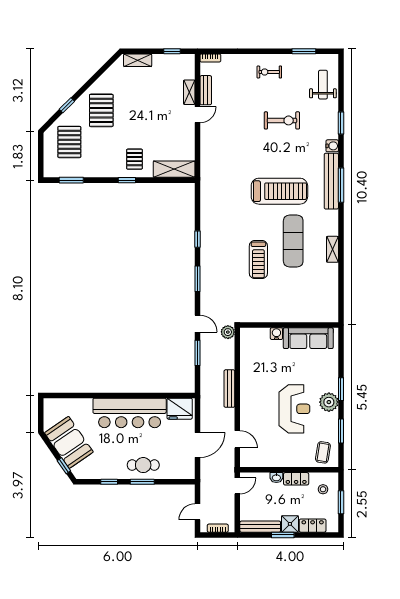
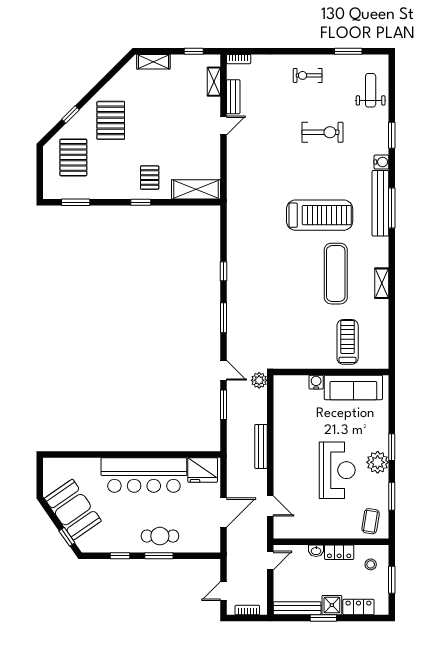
shelving: (189, 92) -> (214, 82), moved
treadmill: (258, 260) -> (348, 342), moved, turned 180

